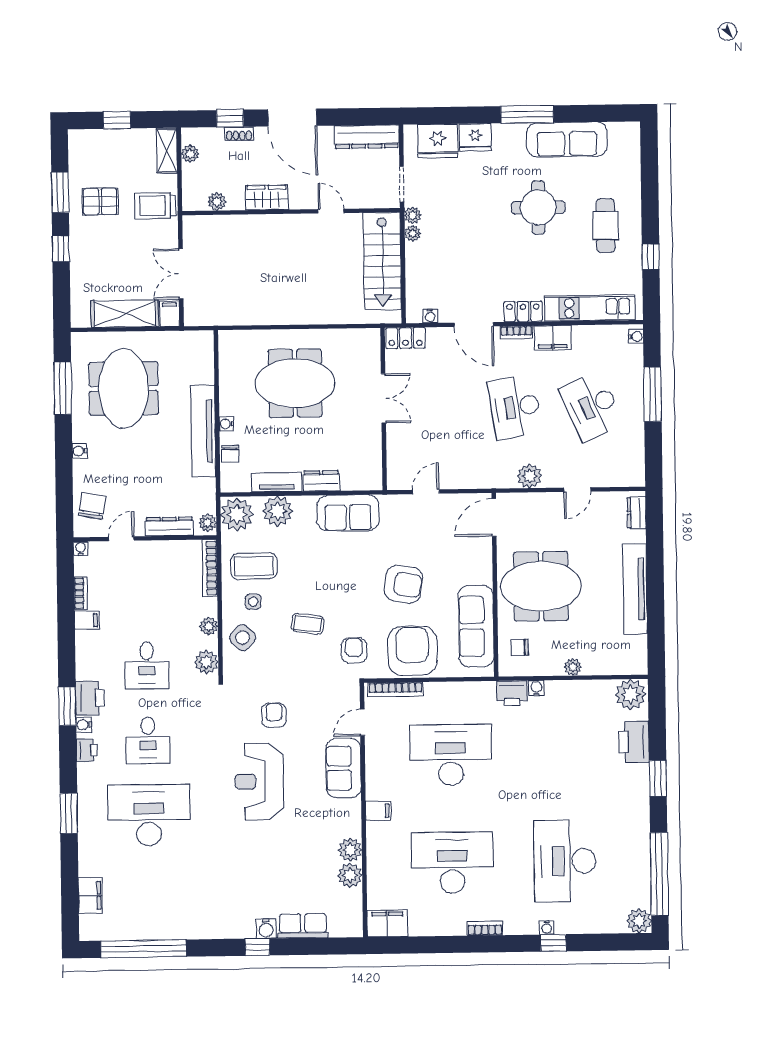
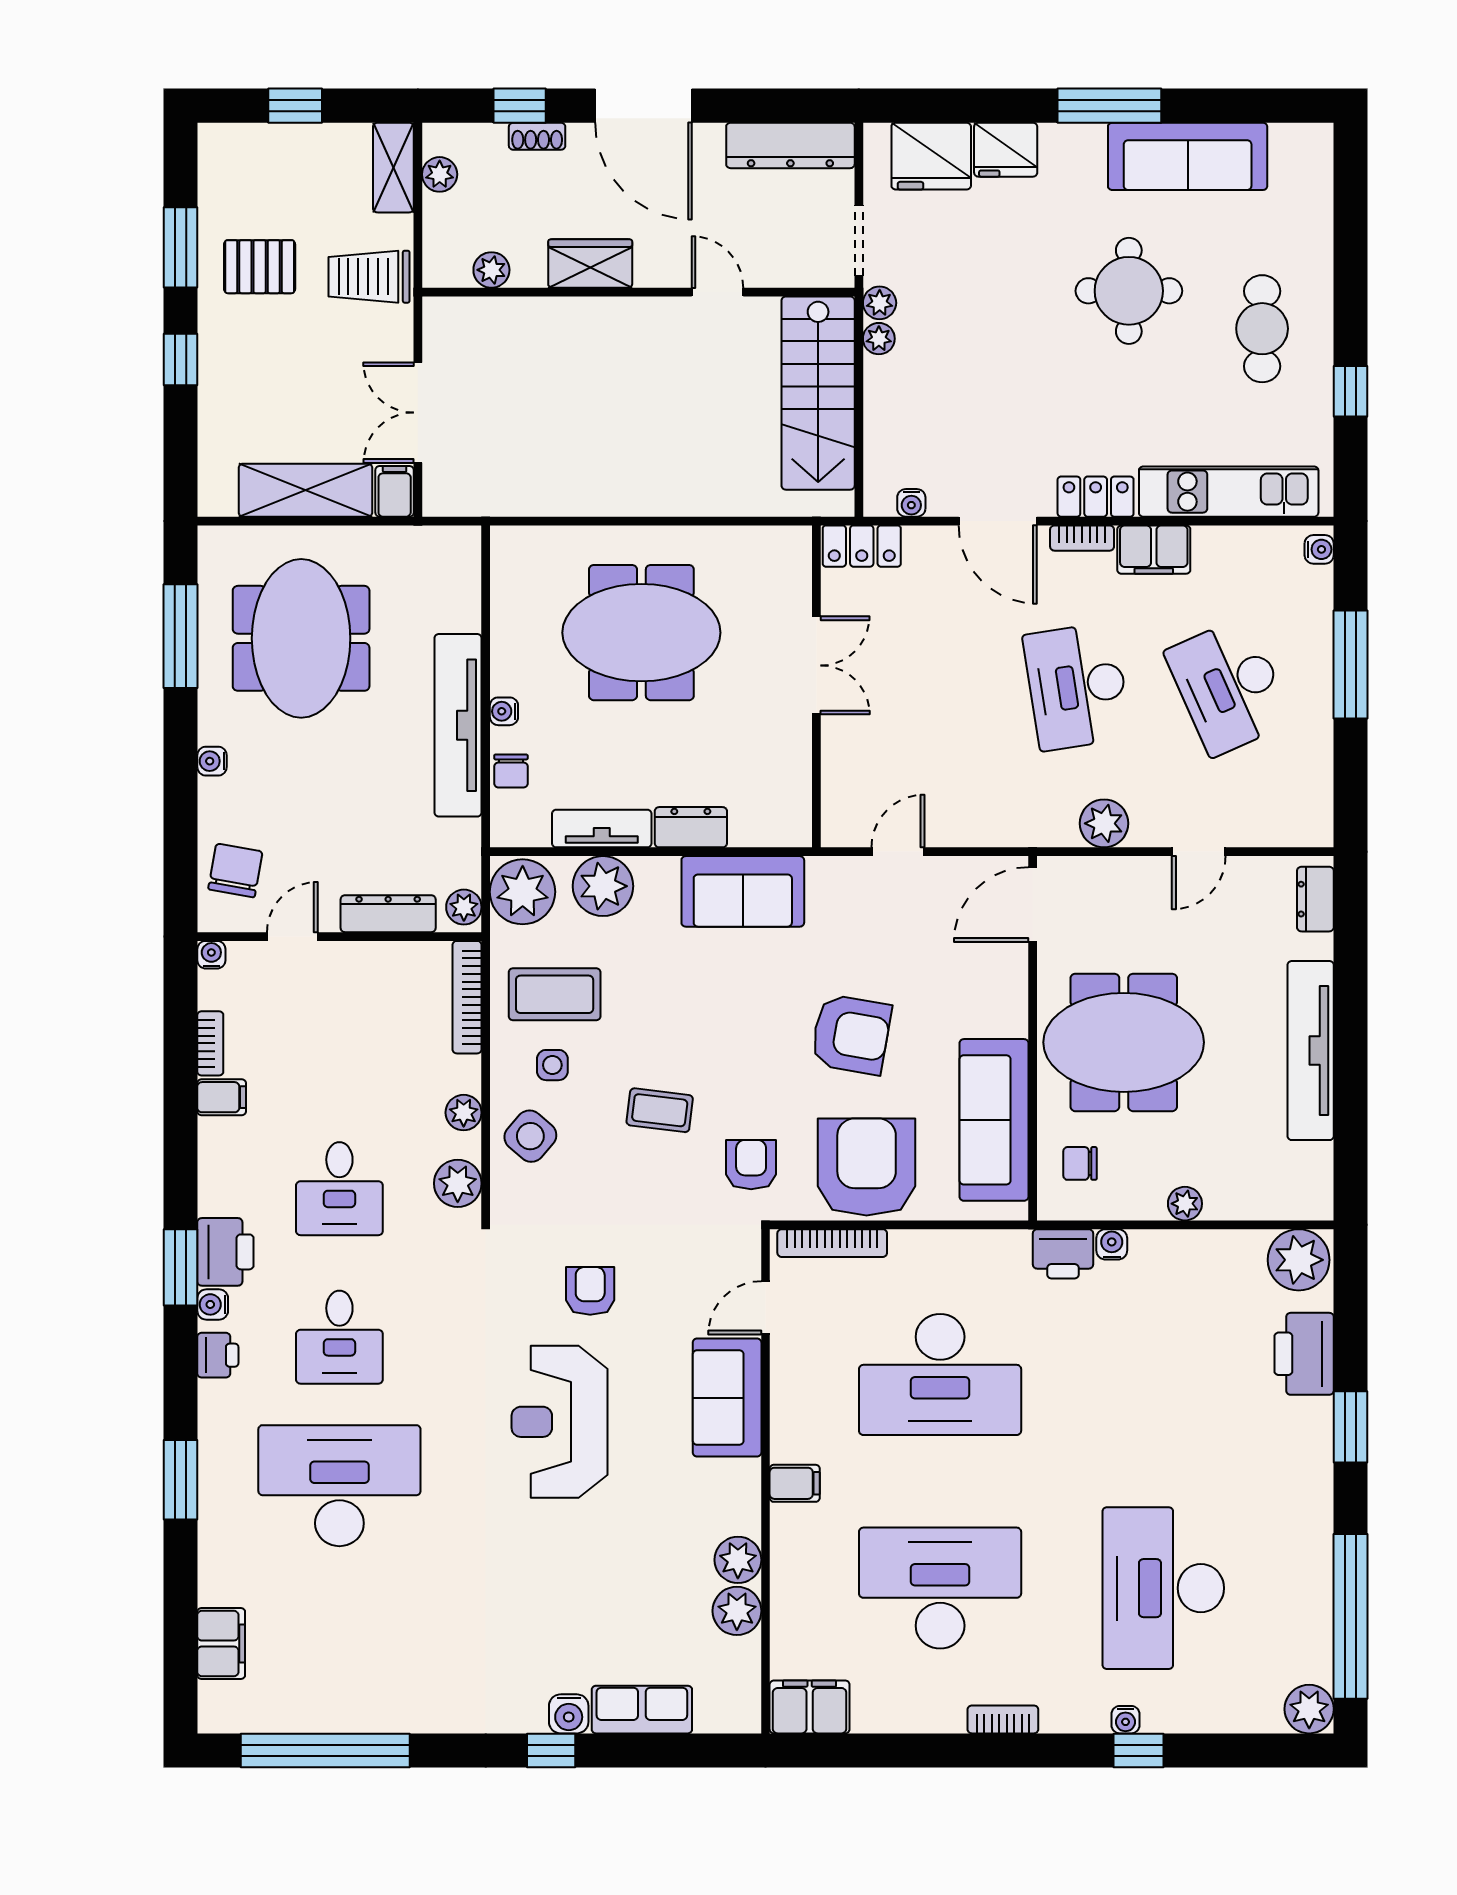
desk: (451, 755) -> (940, 1374), turned 180

